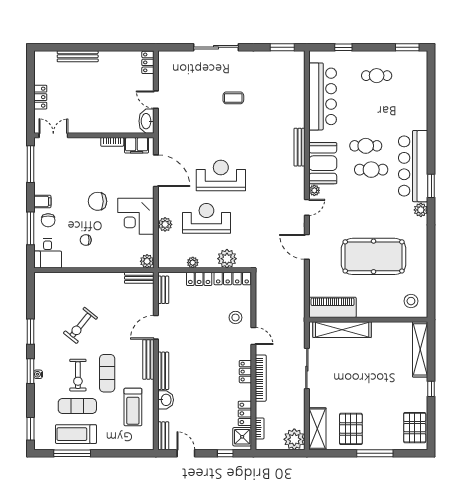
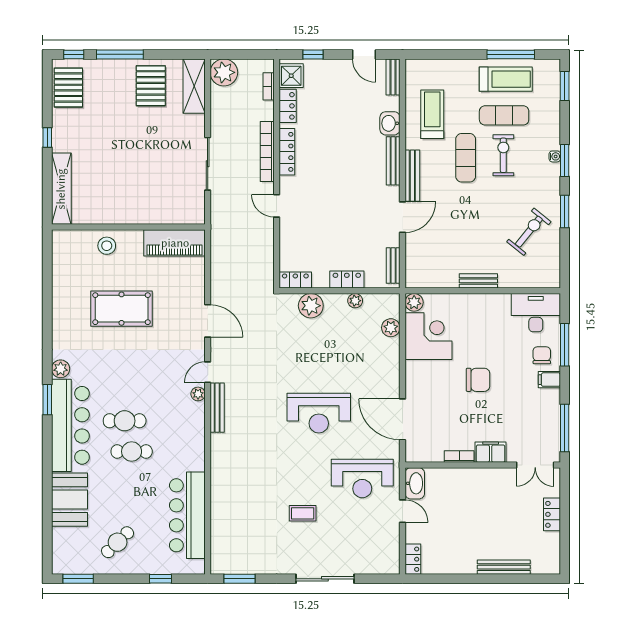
cafe table: (377, 76) -> (118, 542), turned -44
filing cabinet: (137, 145) -> (491, 452), moved
bench: (300, 147) -> (217, 408), moved
booth: (323, 163) -> (69, 500), moved
corner desk: (136, 216) -> (428, 336), moved
reception desk: (206, 218) -> (362, 478), moved
plant: (165, 224) -> (391, 328), moved
chair: (86, 240) -> (493, 330), removed
desk: (48, 253) -> (536, 313), width x1.37
pool table: (374, 256) -> (122, 309), width x0.73, depth x0.76
bench: (139, 278) -> (478, 281), moved
locker: (232, 279) -> (295, 280), width x0.66
stool: (411, 301) -> (107, 246), moved
stool: (235, 317) -> (300, 230), removed
exercise bike: (80, 325) -> (529, 232), moved
shelving: (342, 330) -> (162, 214), removed
locker: (245, 372) -> (287, 152), width x1.53
window: (411, 453) -> (74, 54), added

